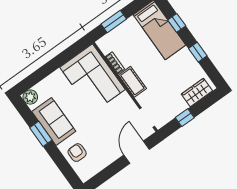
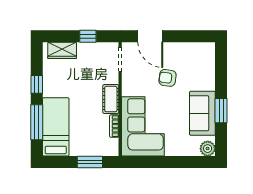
window: (177, 23) -> (37, 122), width x2.17
door: (137, 152) -> (150, 36), hinge flipped
armchair: (77, 153) -> (167, 78), moved, turned 98

